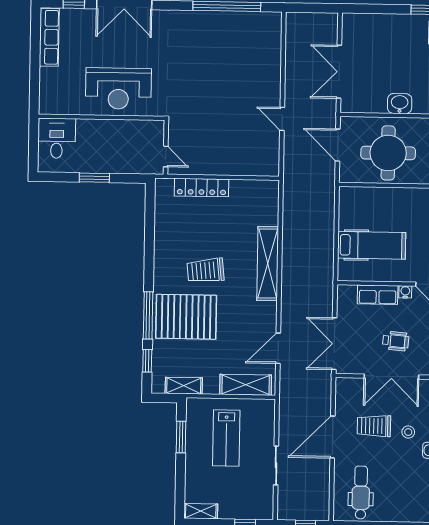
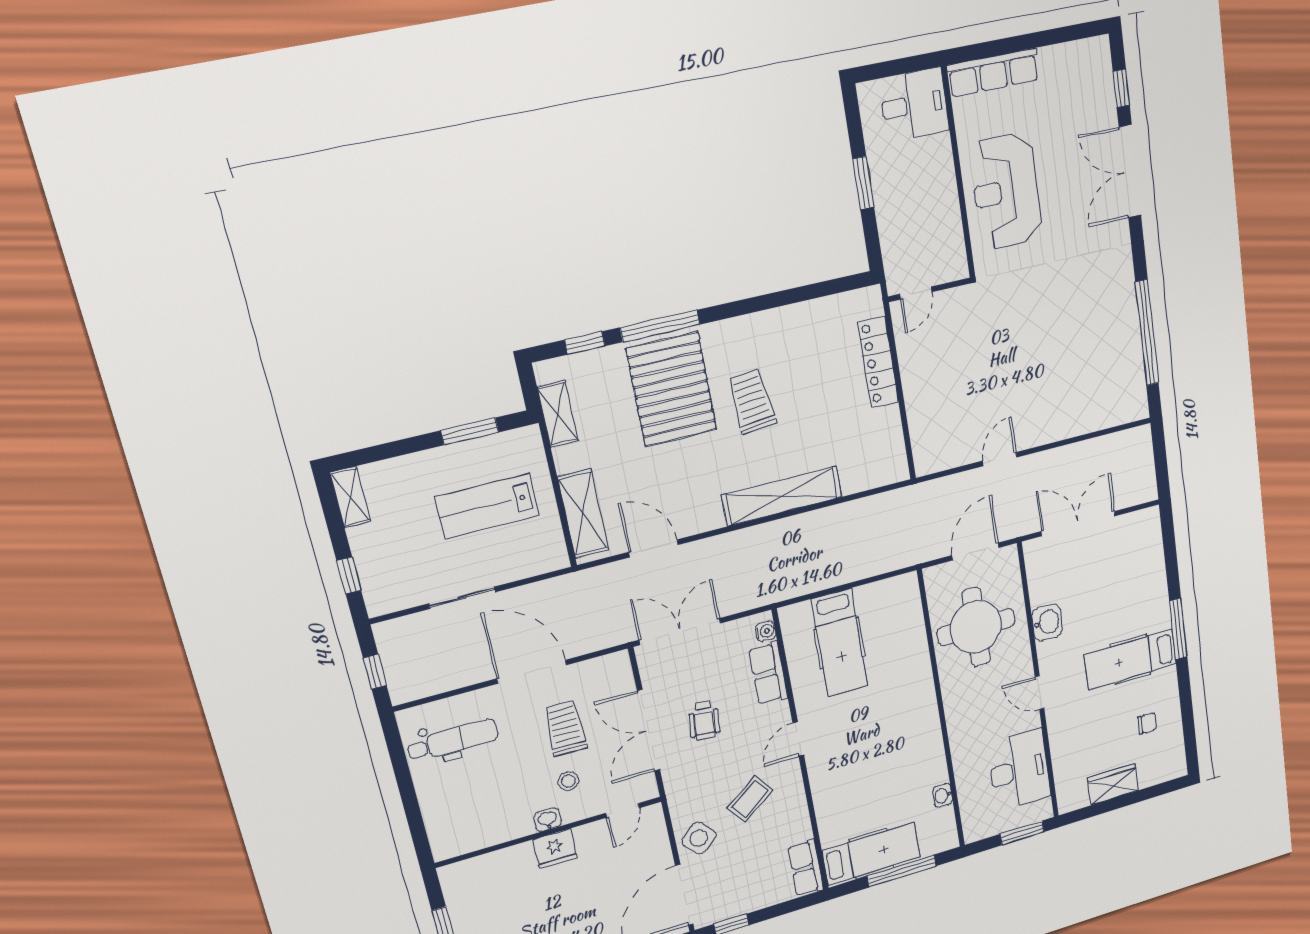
row of seats: (49, 37) -> (993, 73), moved
water cooler: (405, 292) -> (766, 631), moved

